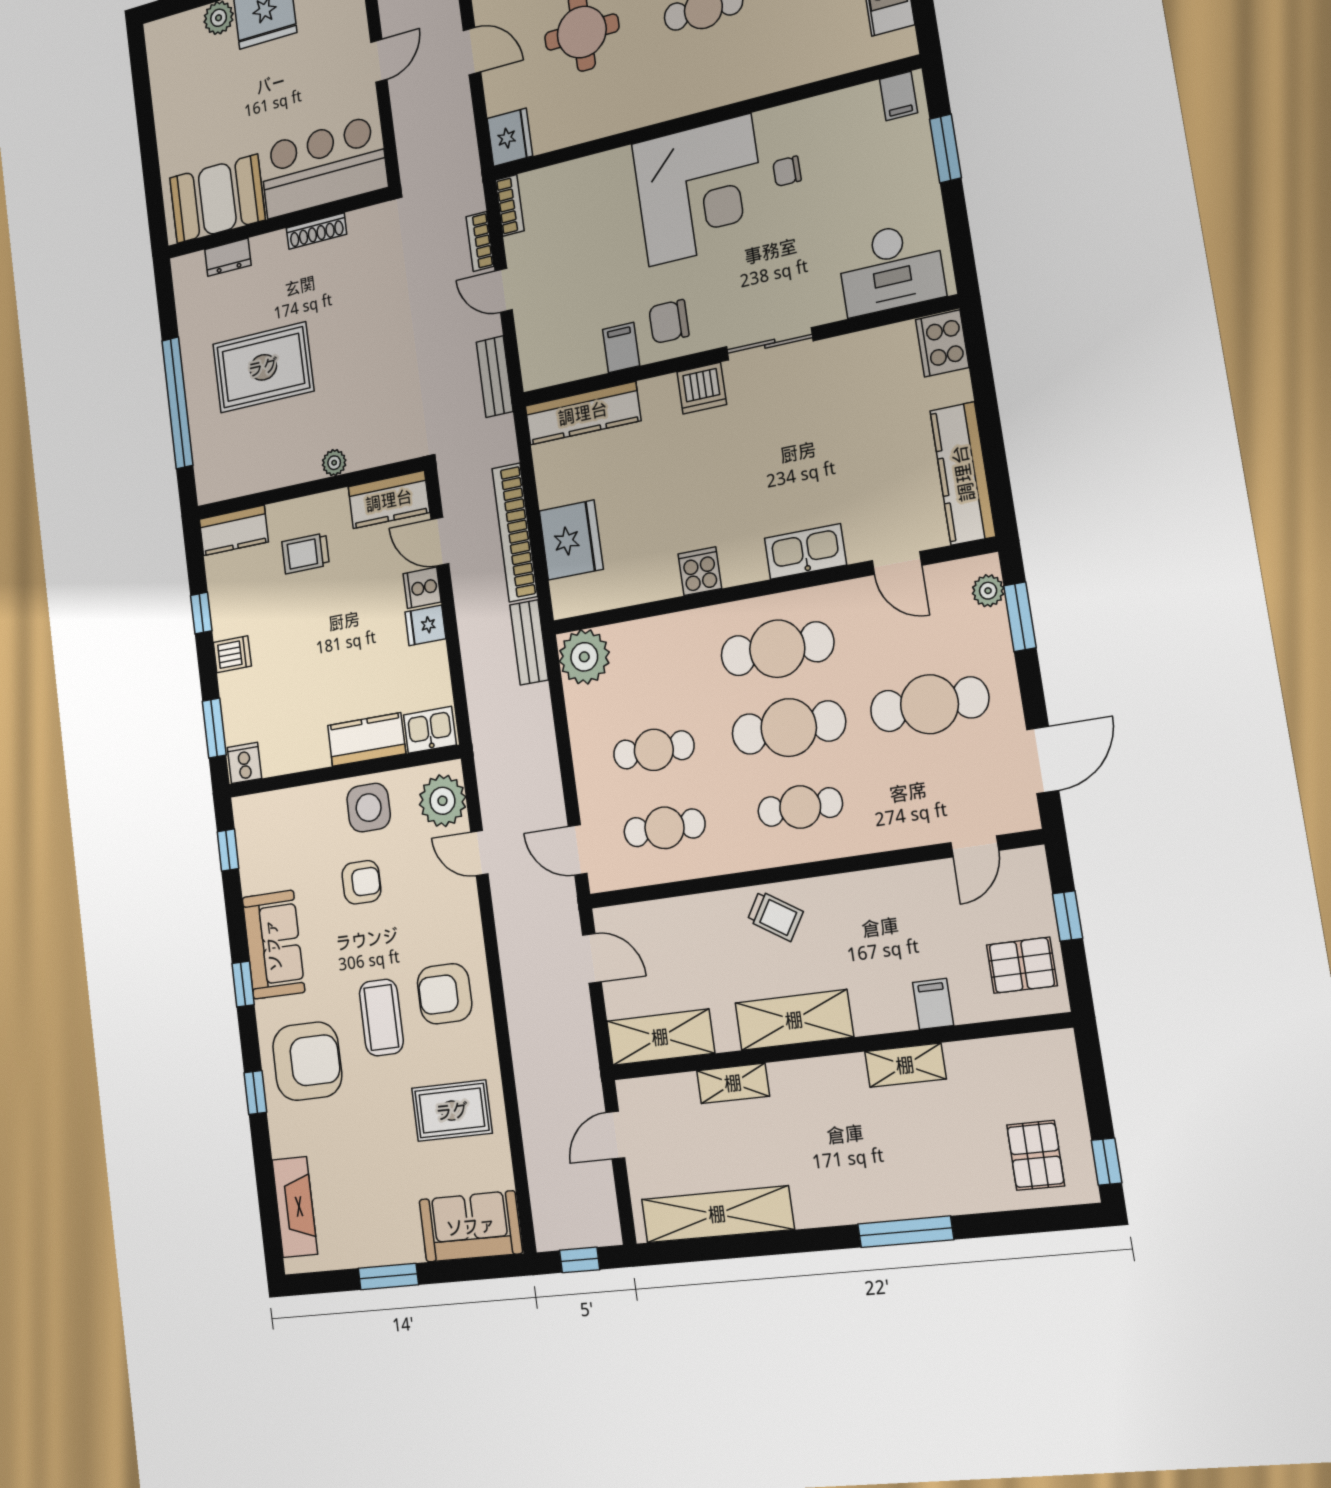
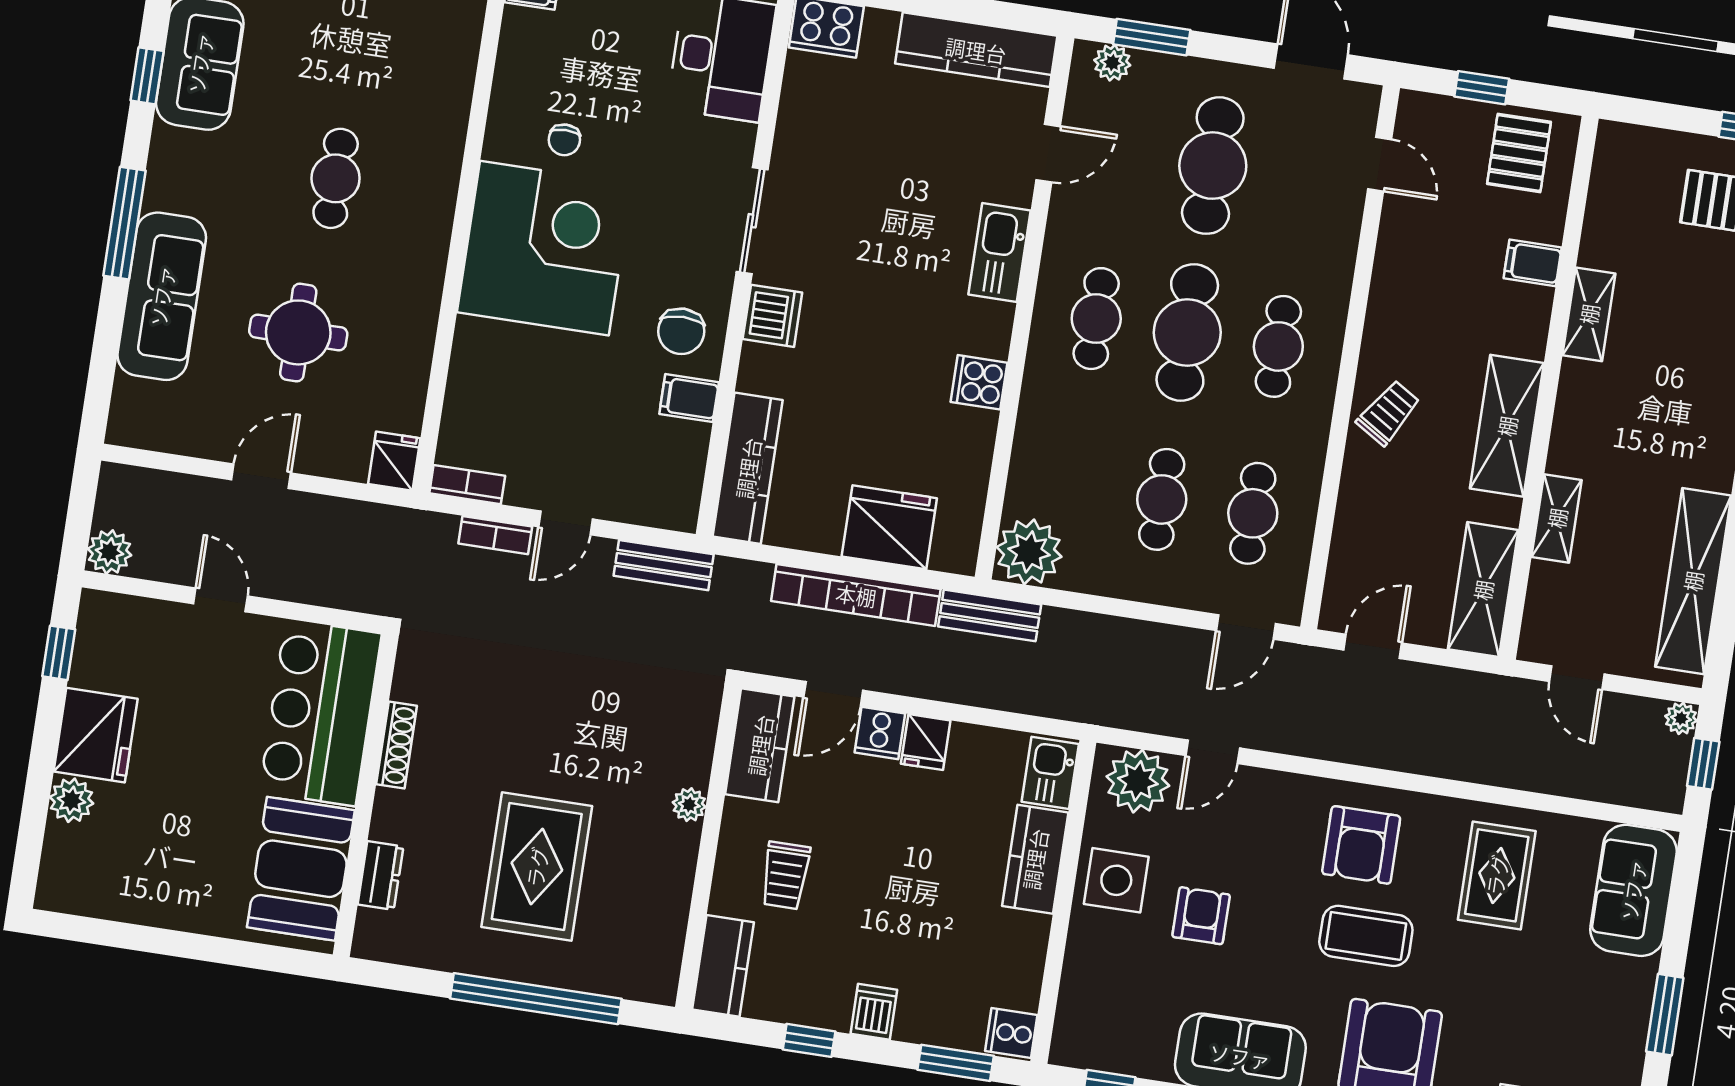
fridge: (510, 137) -> (394, 461), width x0.72
cafe table: (777, 649) -> (1096, 319), width x0.73, depth x0.74
plant: (609, 1232) -> (1681, 718), added

